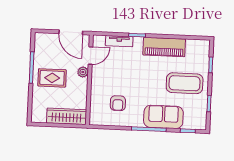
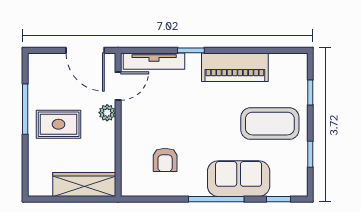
tv unit: (119, 41) -> (154, 61), width x1.41

